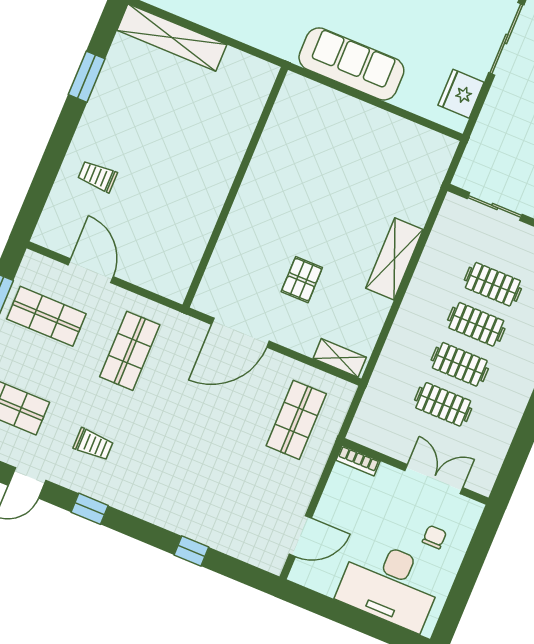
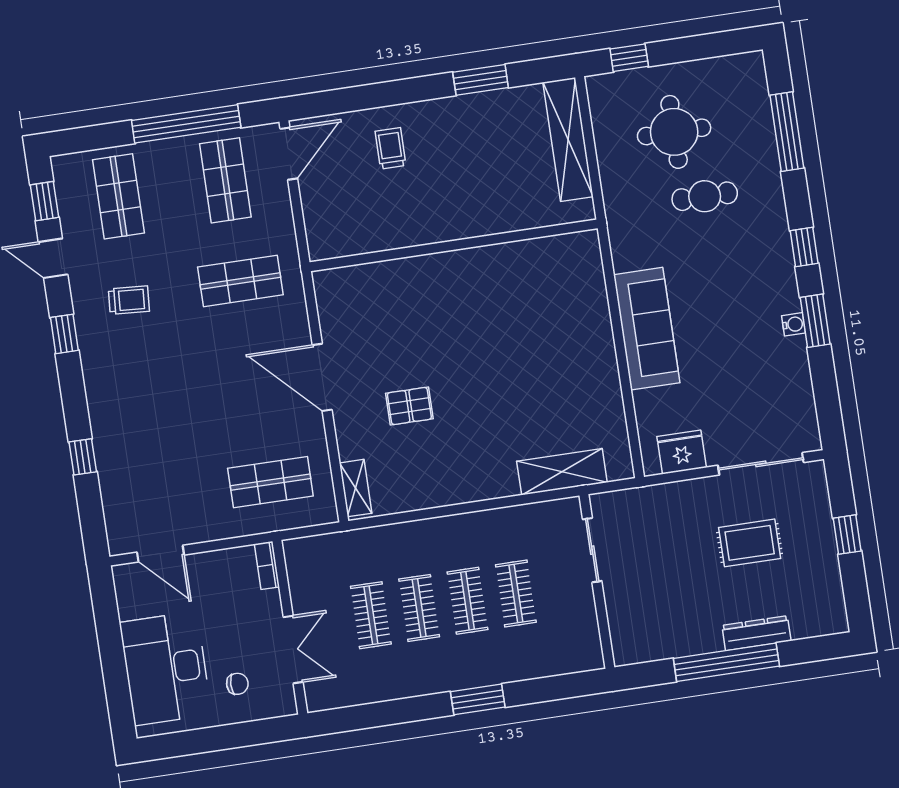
wall: (235, 187) -> (454, 245), moved
shelving: (394, 259) -> (562, 472), moved
door: (91, 271) -> (289, 154), moved
trolley: (93, 444) -> (129, 300), turned -86

